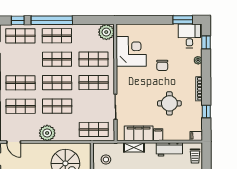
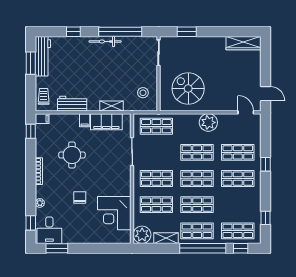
shelving: (85, 29) -> (166, 238), added
window: (206, 111) -> (31, 131), moved

